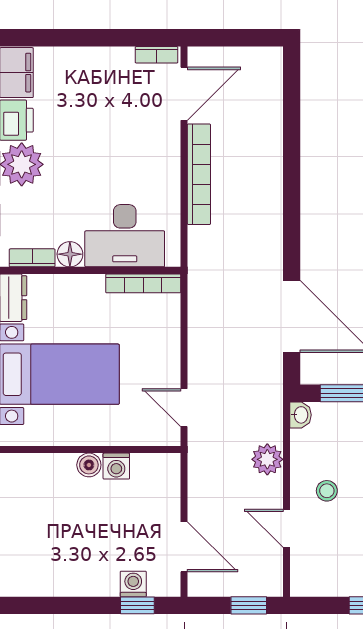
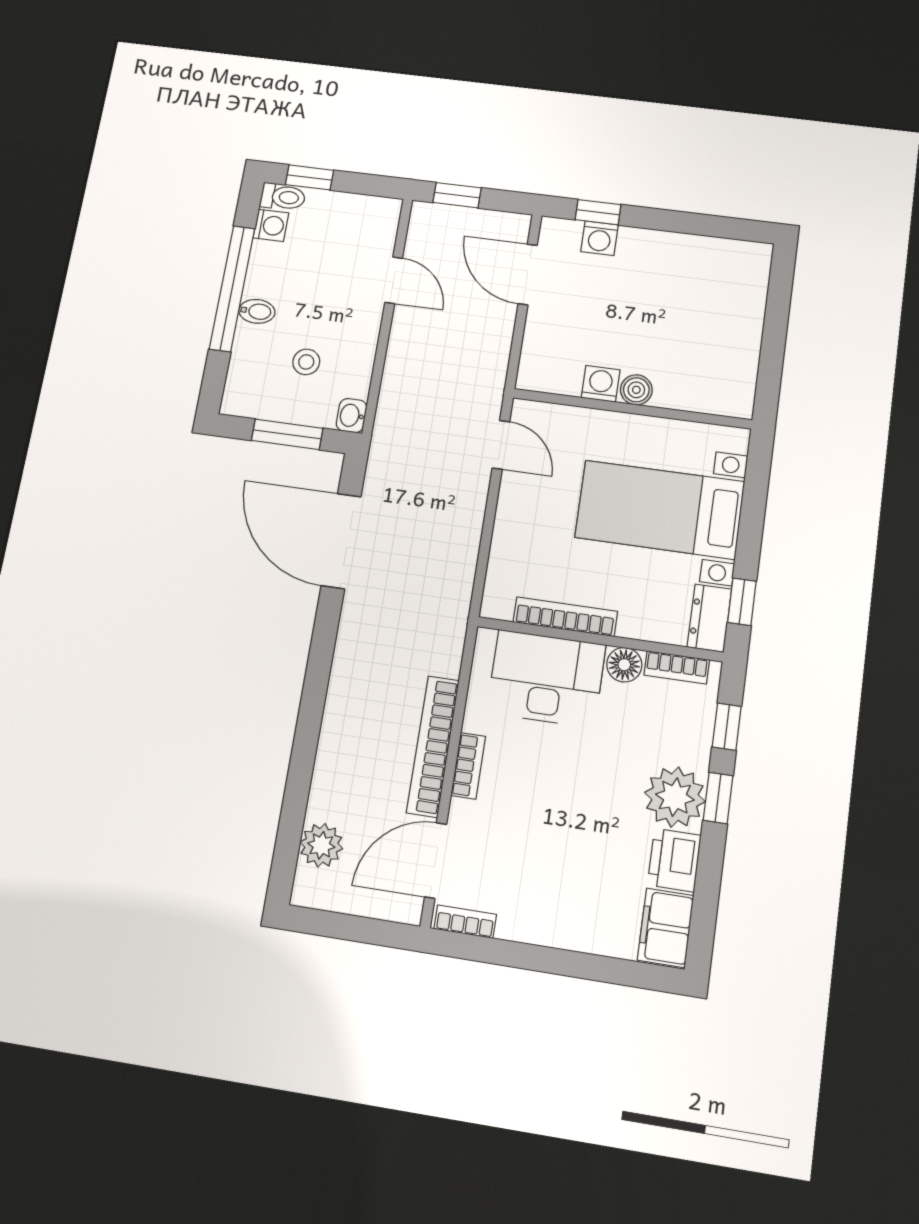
bookcase: (171, 164) -> (468, 766), added
bookcase: (143, 283) -> (565, 617), moved
plant: (267, 459) -> (321, 845), moved
stool: (327, 491) -> (306, 362), moved

